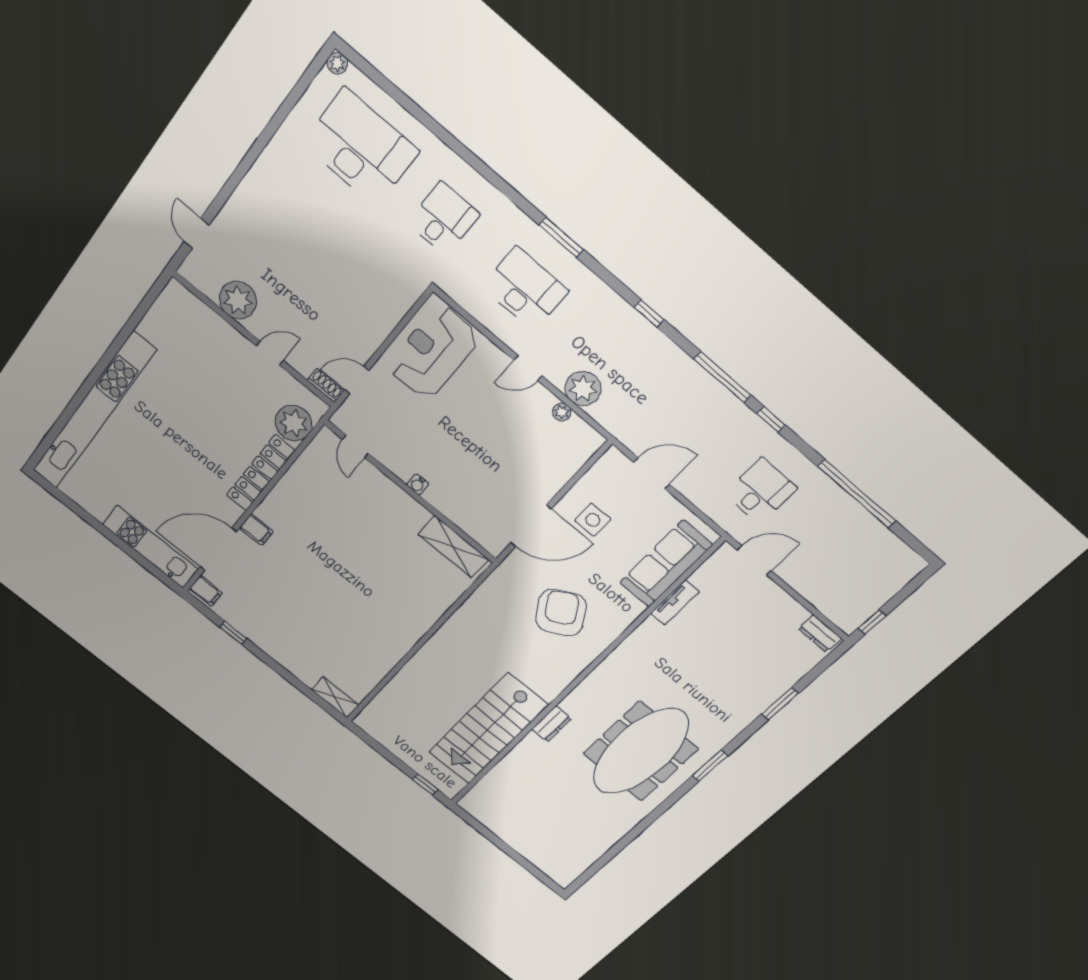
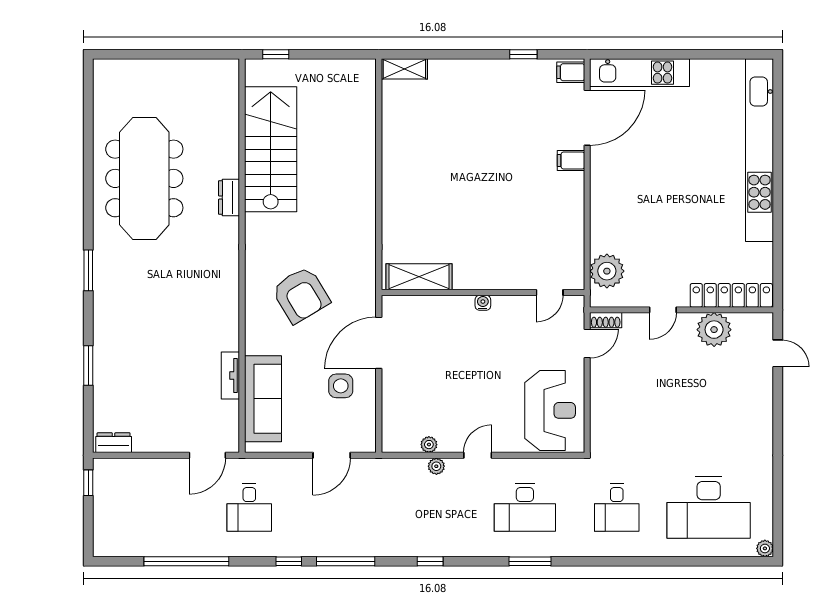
plant: (583, 388) -> (436, 466), width x0.53, depth x0.53
door: (355, 446) -> (550, 293), swing flipped
locker: (261, 473) -> (731, 295), moved, turned -90
meeting table: (640, 751) -> (144, 178), moved

